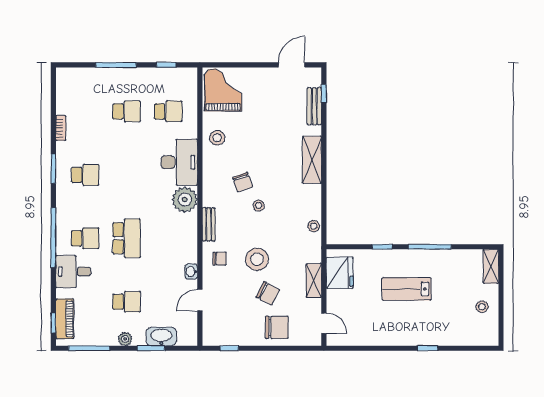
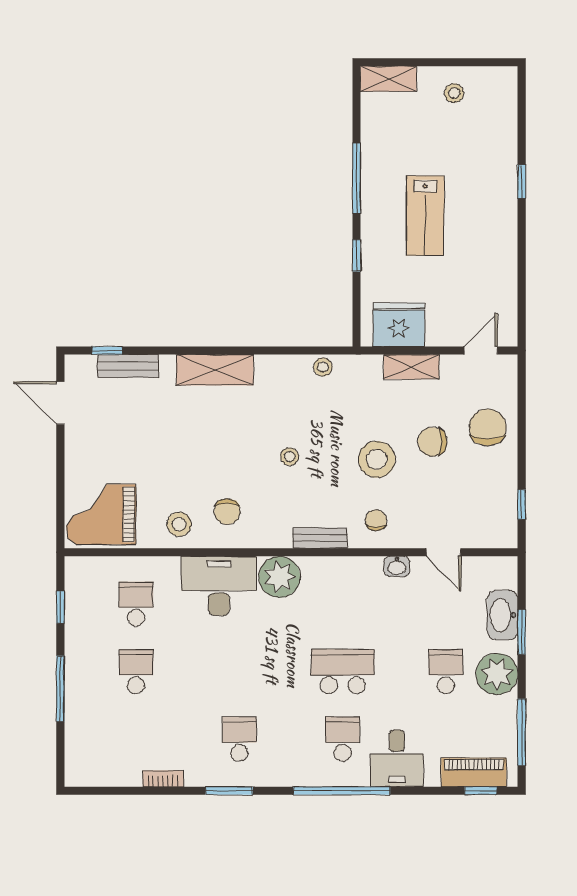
chair: (243, 182) -> (227, 512), moved, turned 110
chair: (268, 293) -> (432, 442), turned -118
plant: (125, 339) -> (497, 674), width x1.88, depth x1.88

